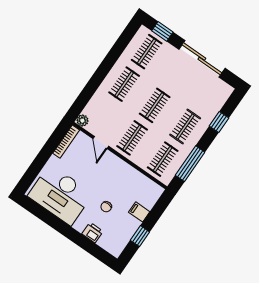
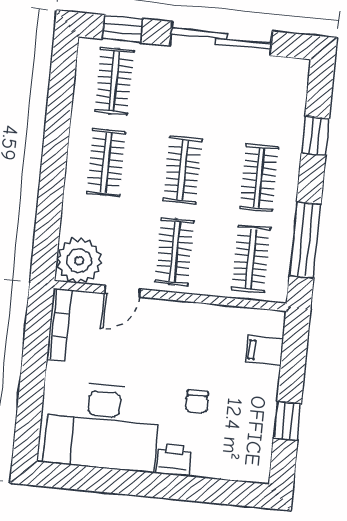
plant: (82, 121) -> (79, 261), width x1.87, depth x1.87
door: (101, 142) -> (122, 291), hinge flipped
filing cabinet: (139, 212) -> (264, 351), moved
printer: (93, 233) -> (174, 460), moved

